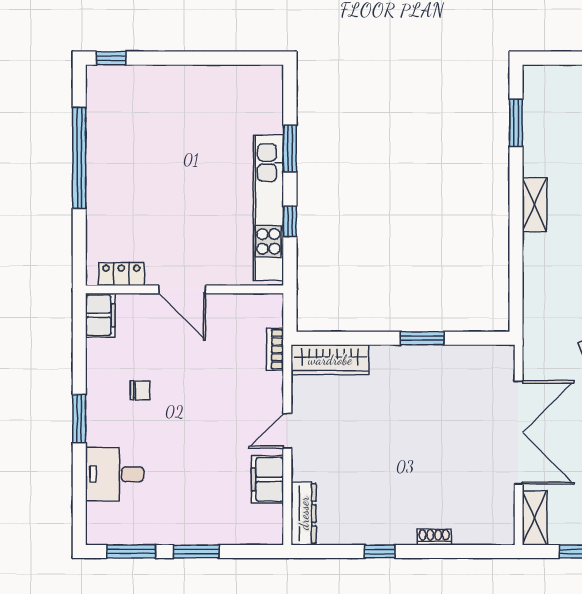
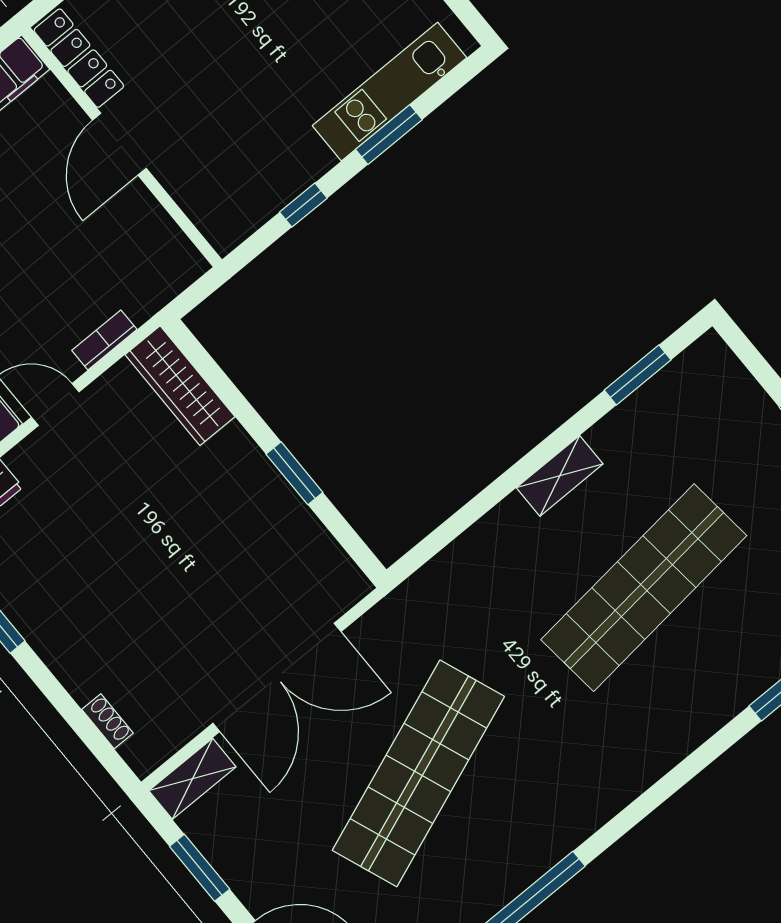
kitchen unit: (268, 208) -> (390, 92), moved, width x0.73
locker: (121, 274) -> (79, 58), width x1.53
bookcase: (275, 349) -> (104, 340), moved
shoe rack: (434, 537) -> (108, 721), moved

